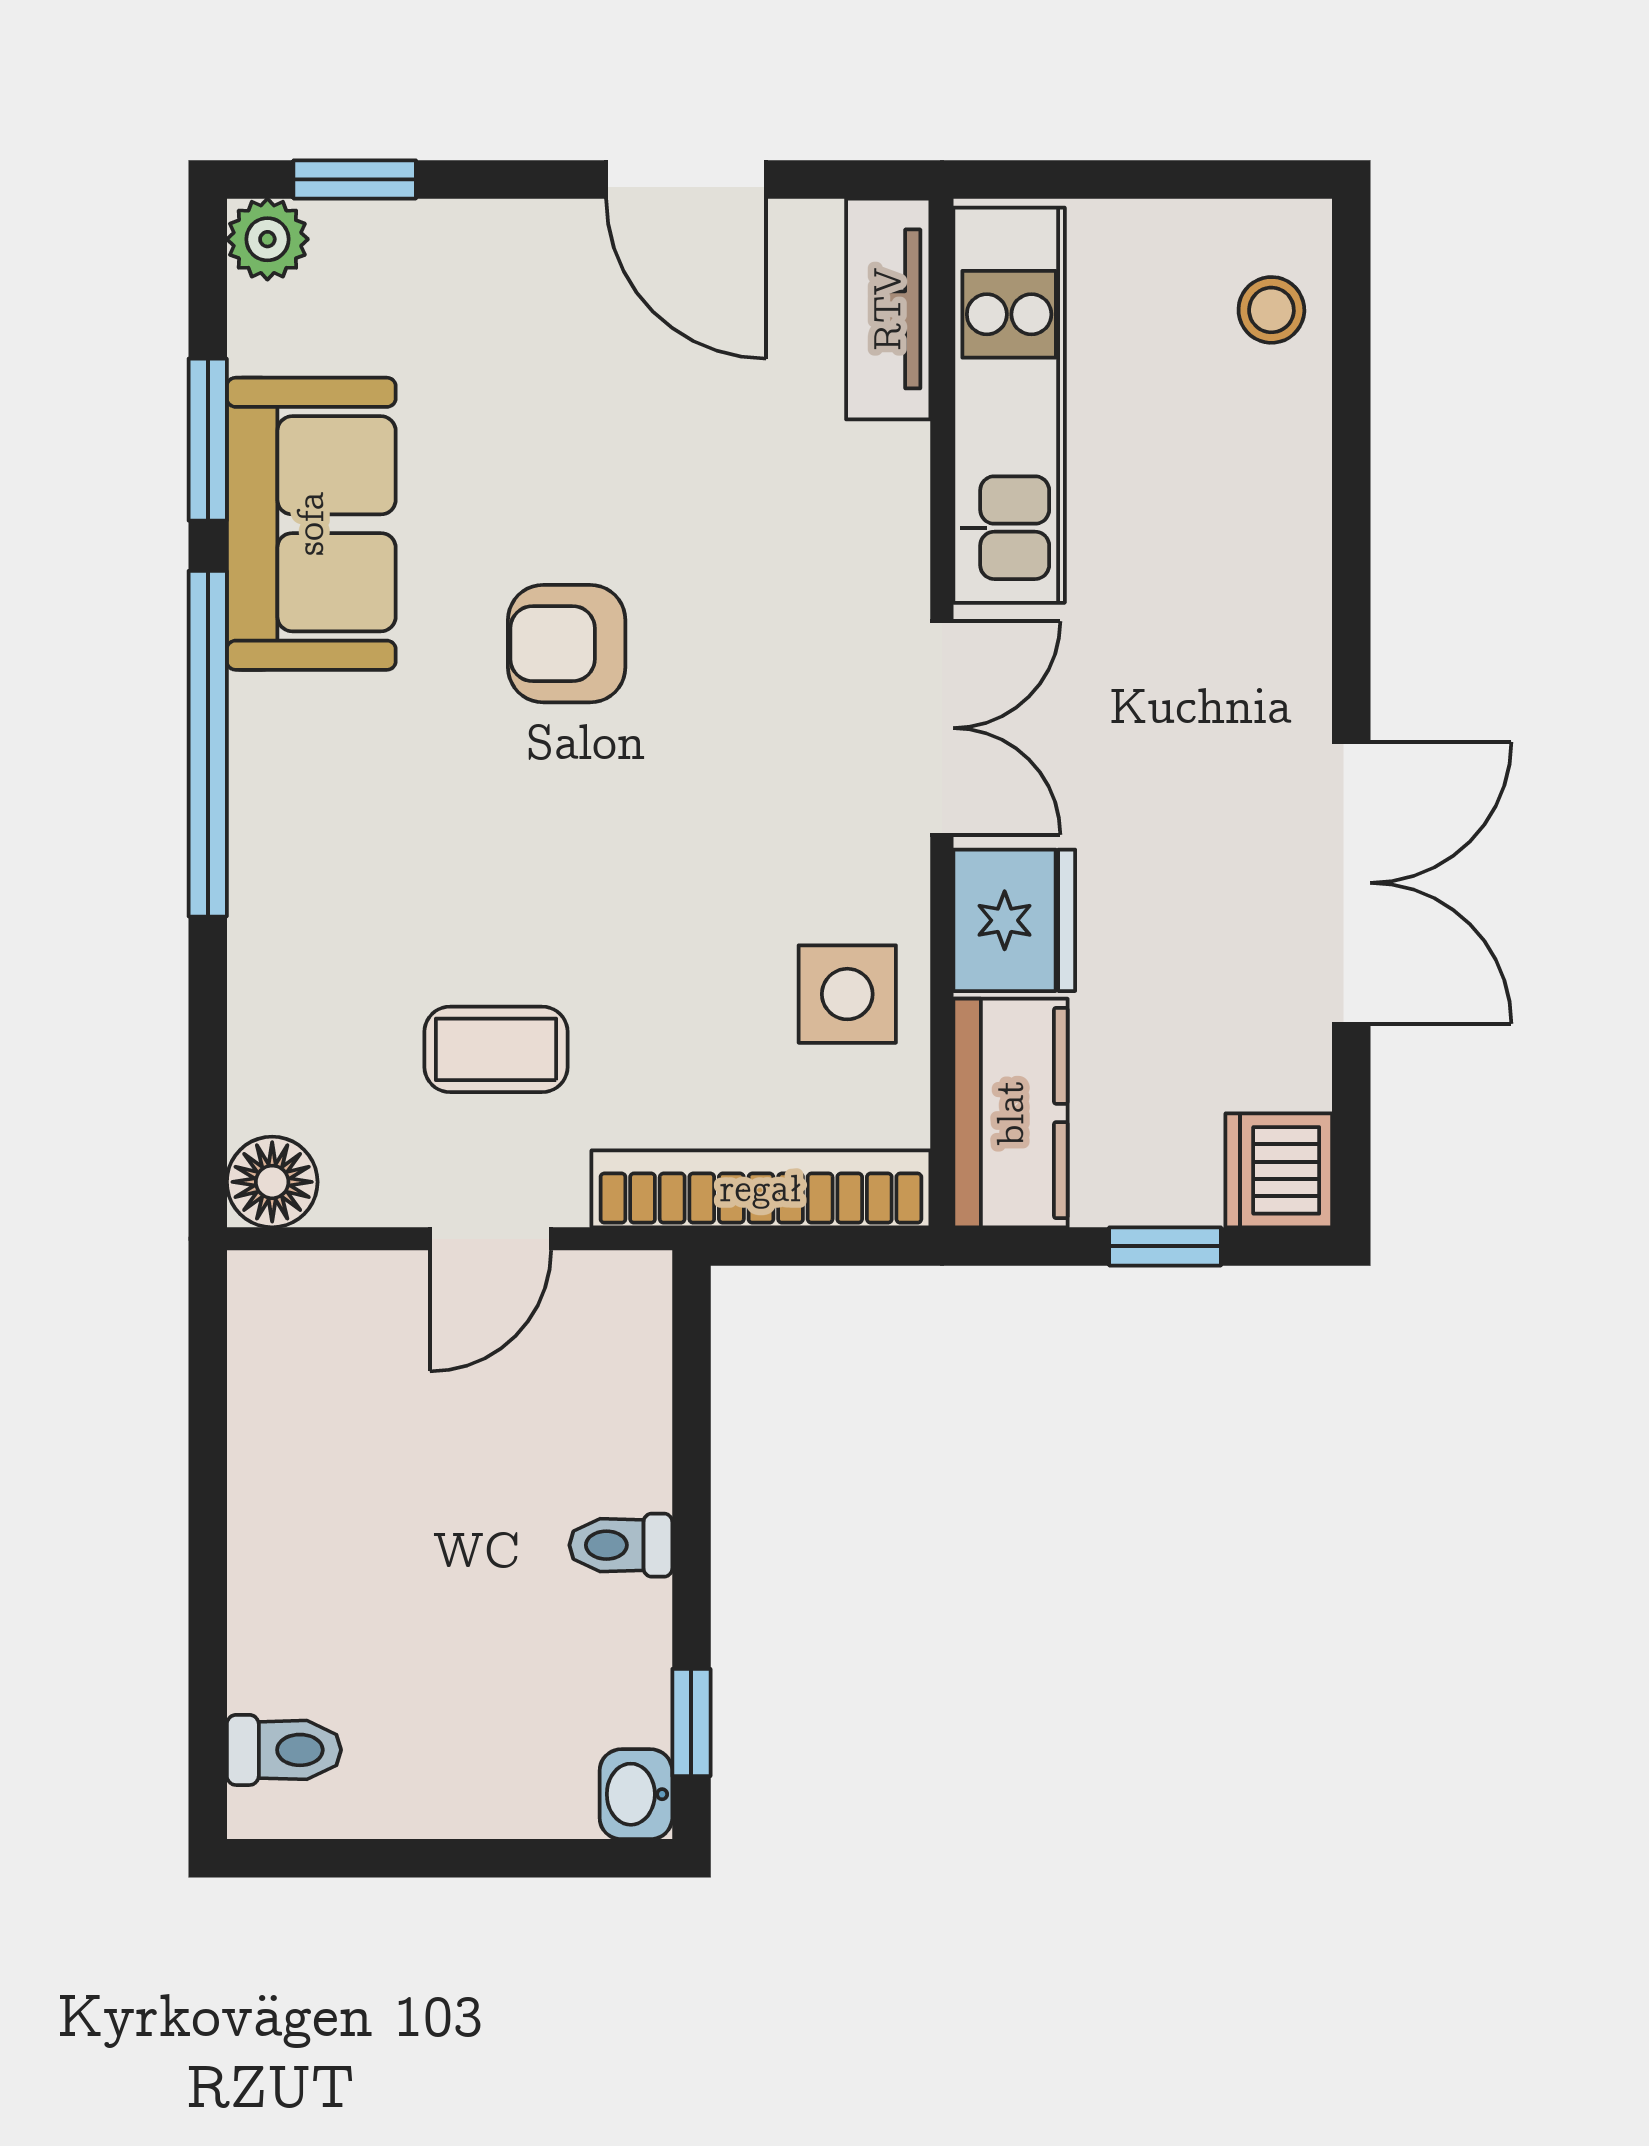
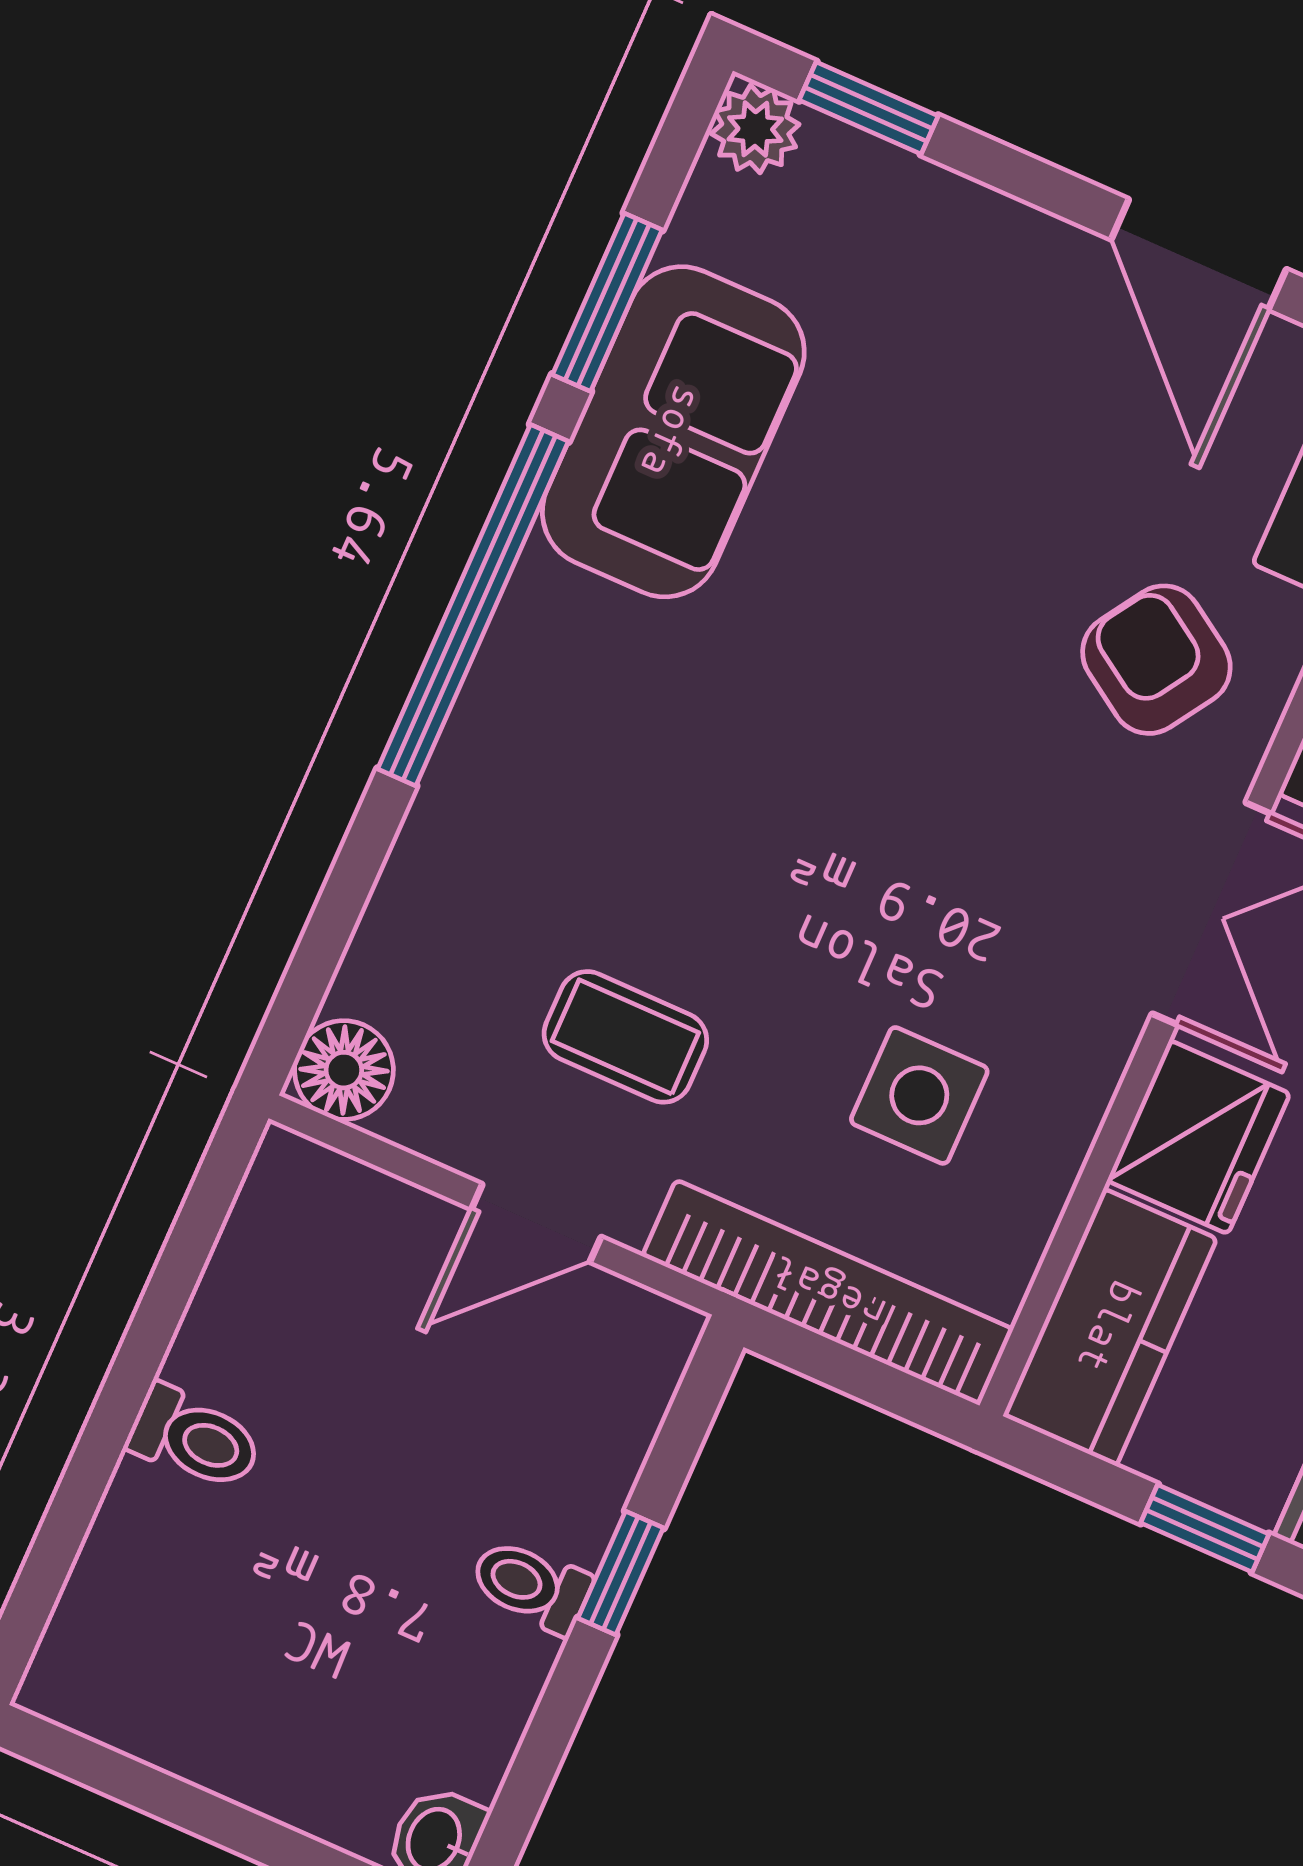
armchair: (567, 644) -> (1156, 660), moved, turned 33
side table: (847, 994) -> (919, 1095), moved
window: (691, 1723) -> (621, 1573), moved
toilet: (284, 1750) -> (195, 1438), moved

